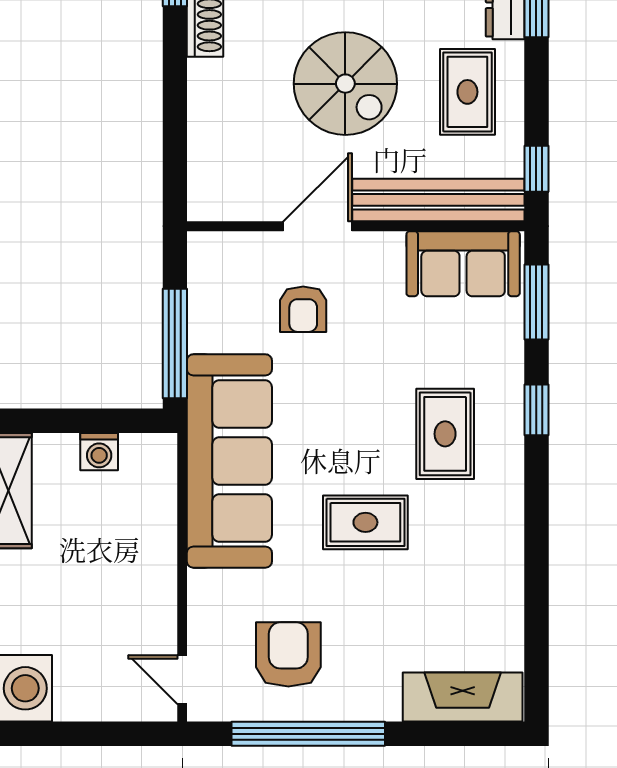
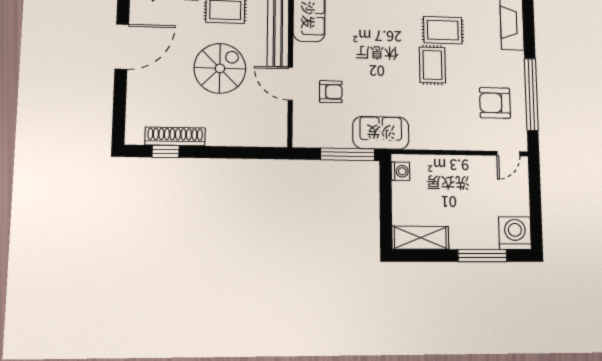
rug: (445, 434) -> (443, 30), moved
washing machine: (99, 452) -> (400, 171), moved
sofa: (229, 461) -> (381, 133), width x0.54, depth x0.79

